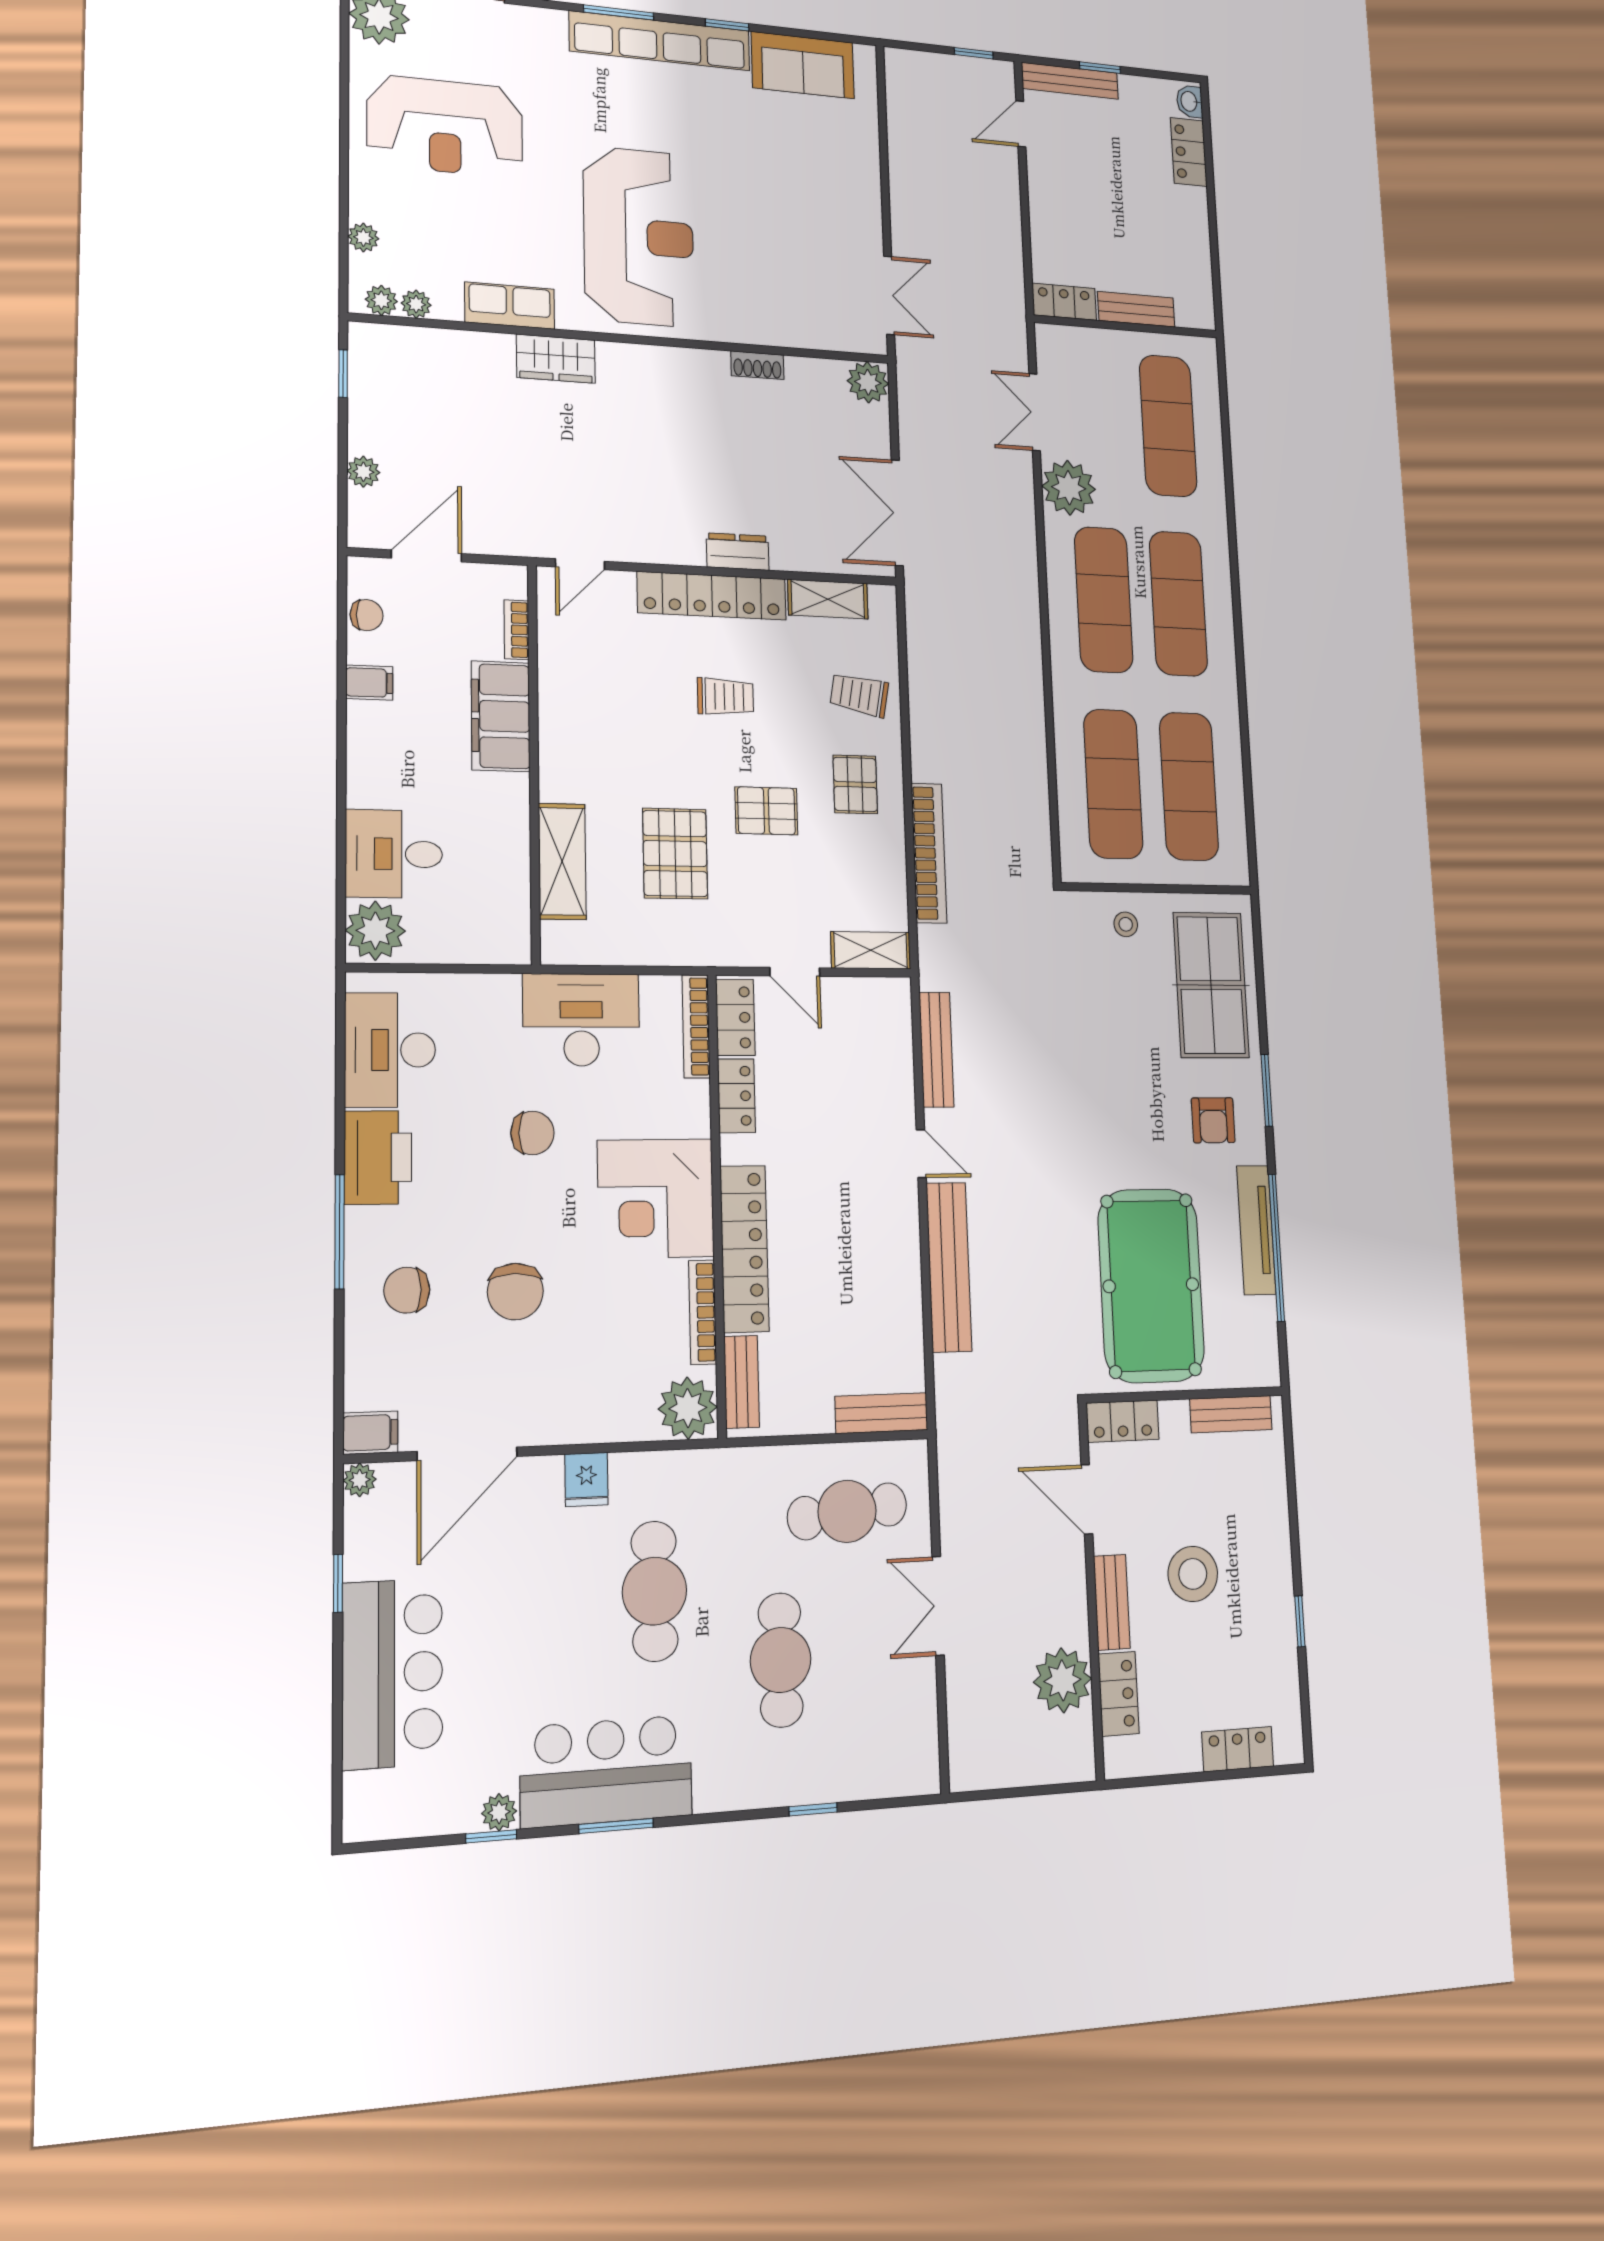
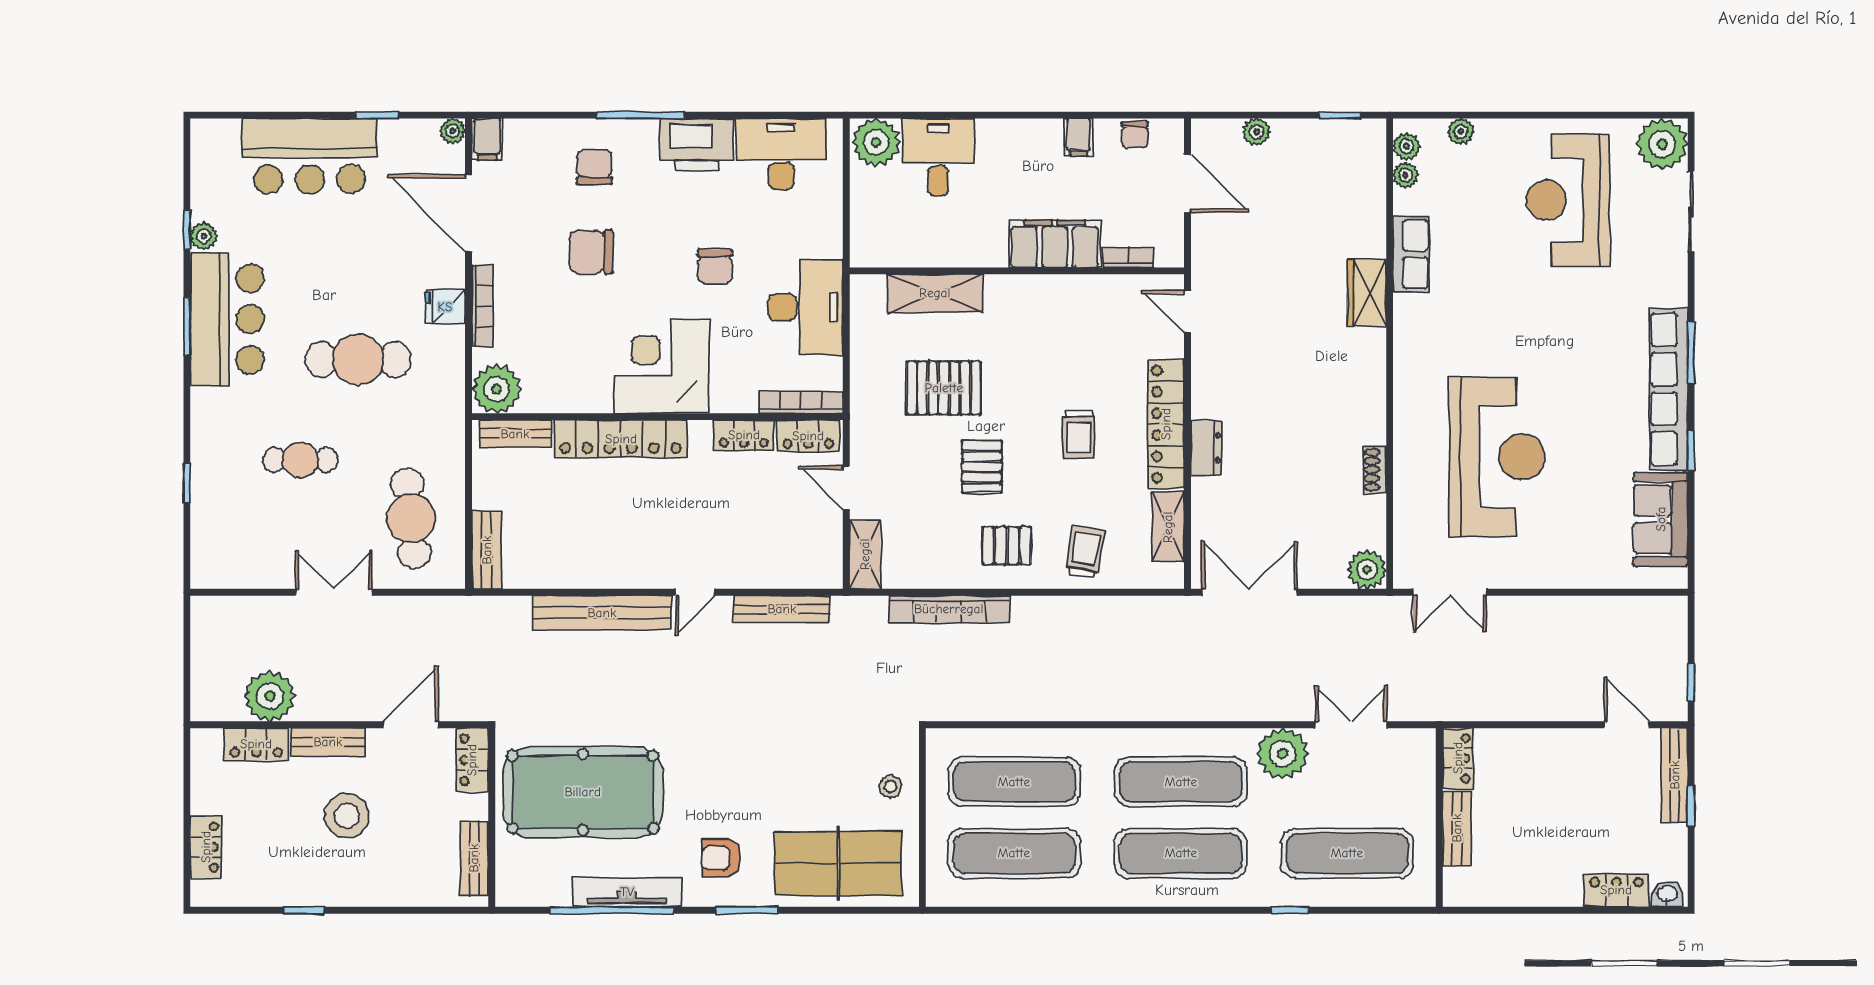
reception desk: (639, 236) -> (1497, 457), moved, turned -90
window: (1229, 490) -> (1290, 910), added
door: (795, 972) -> (846, 488), hinge flipped
bookcase: (703, 1312) -> (482, 306), moved, turned 90
cafe table: (781, 1660) -> (300, 460), width x0.73, depth x0.74

